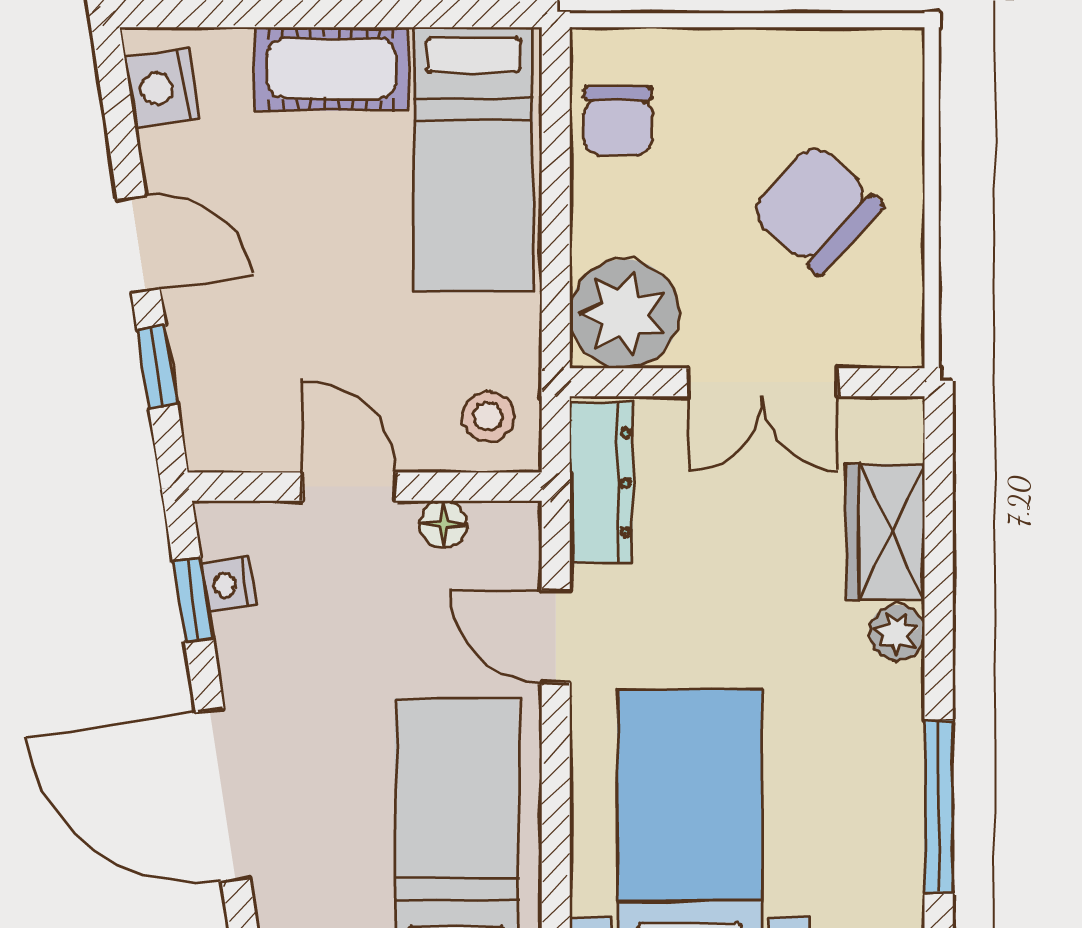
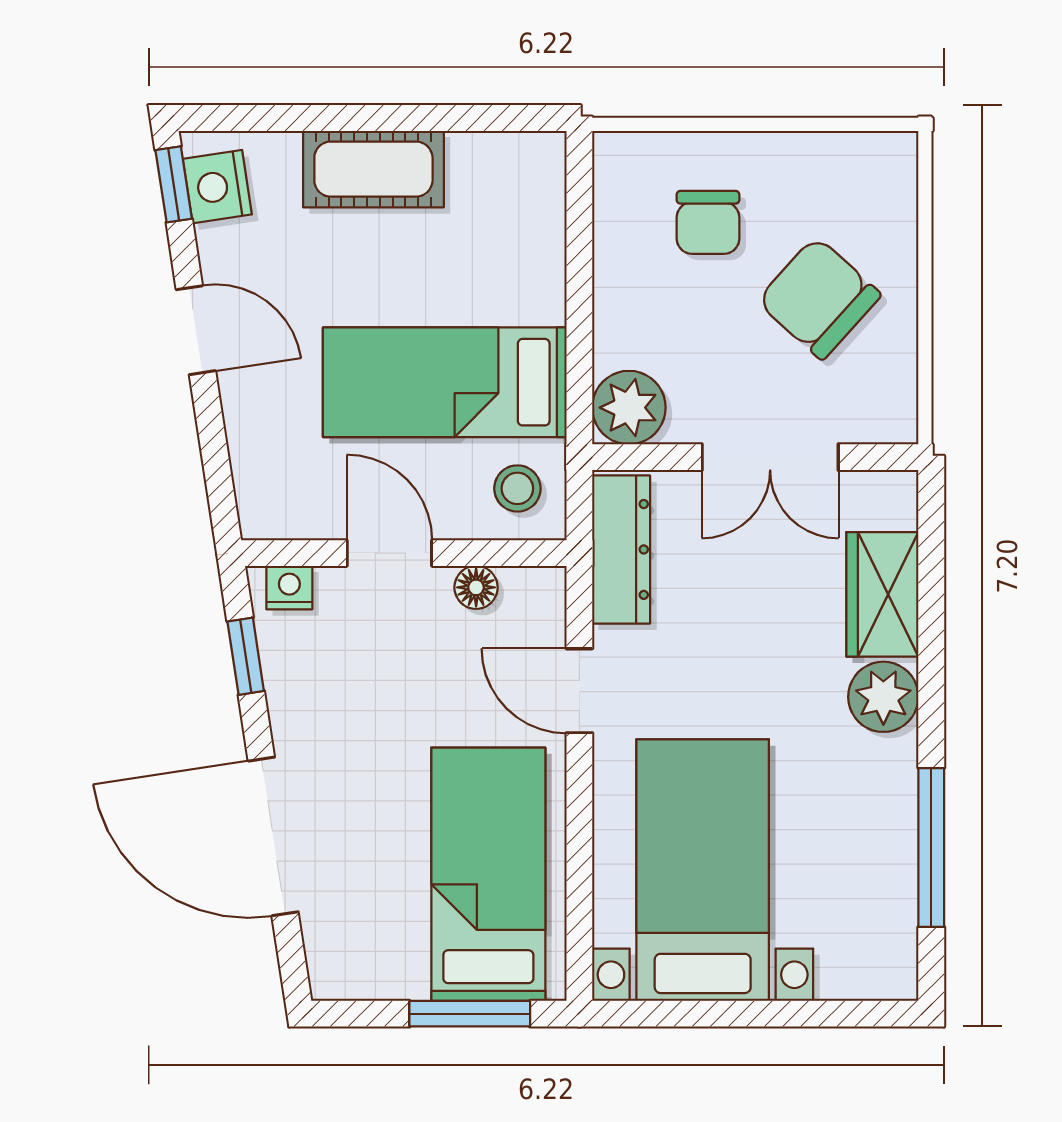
chair: (618, 121) -> (708, 222), moved
bed: (473, 160) -> (445, 382), moved, turned 90
plant: (624, 314) -> (629, 408), width x0.73, depth x0.73
window: (157, 367) -> (174, 184), moved
nightstand: (228, 585) -> (289, 588), moved, turned 99
plant: (897, 633) -> (883, 697), width x1.38, depth x1.38

